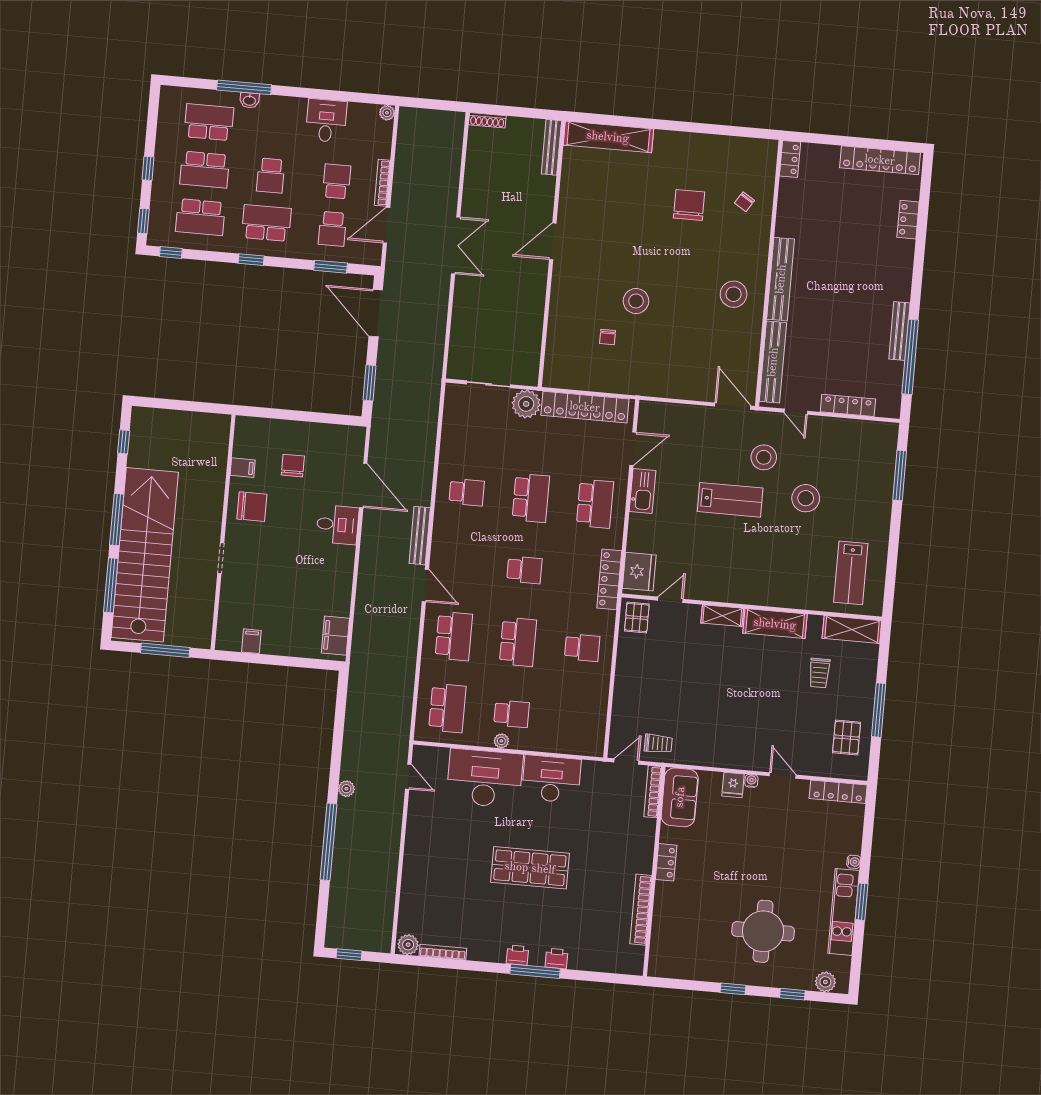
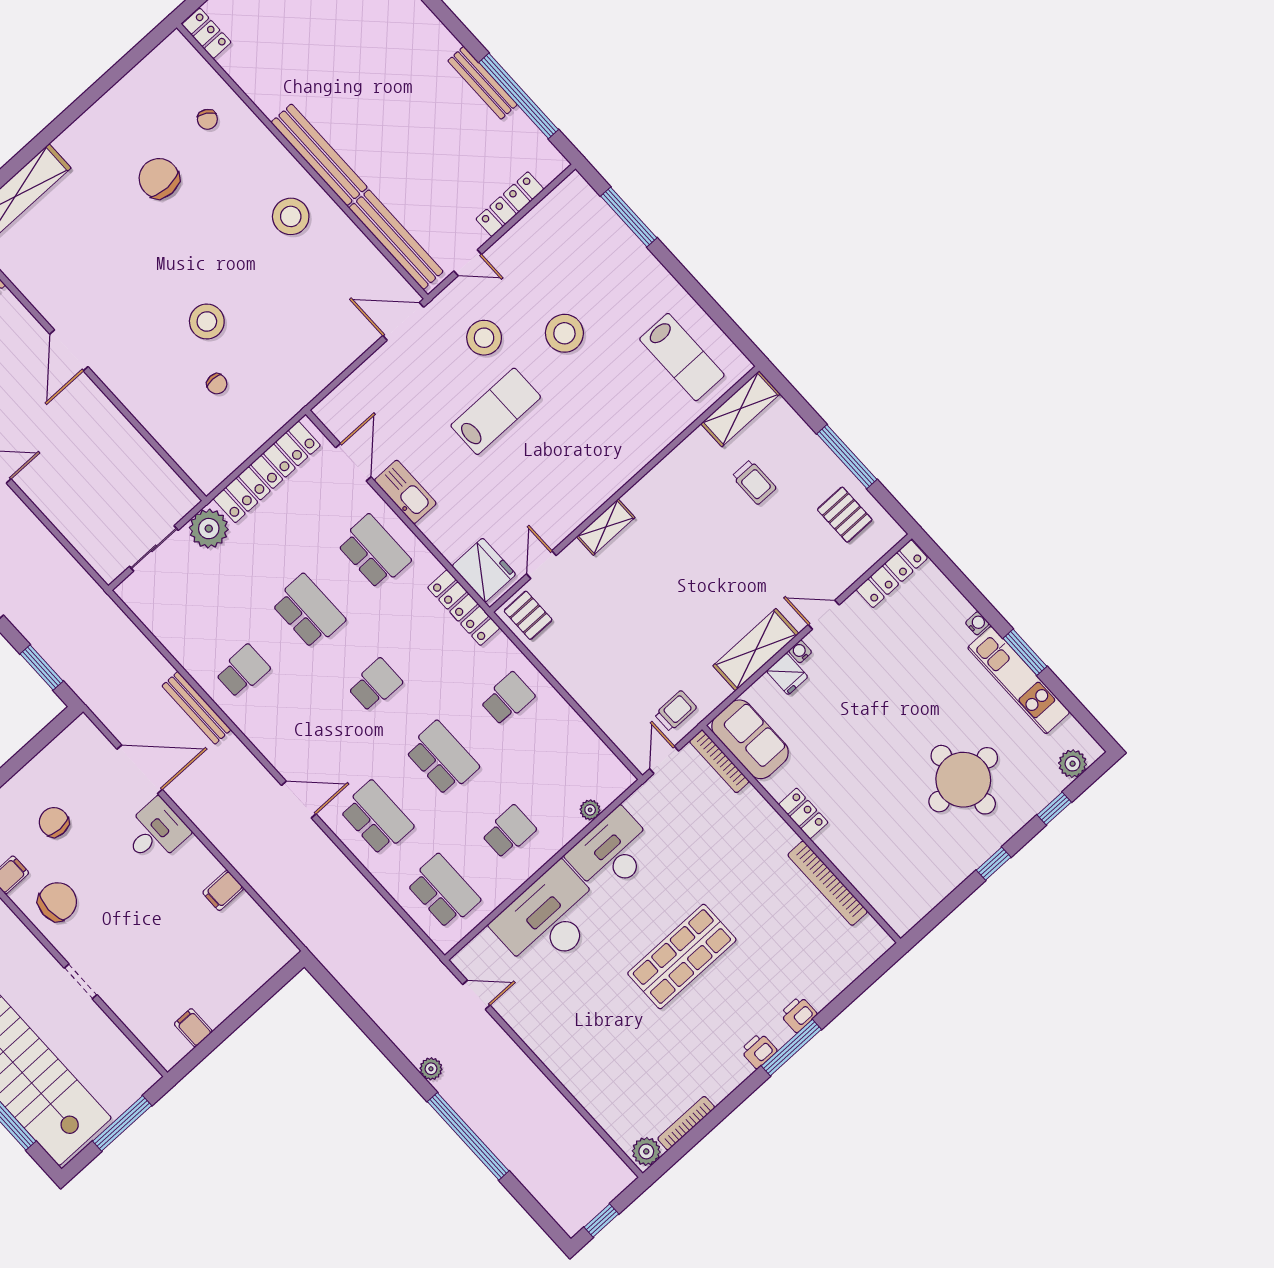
bench: (420, 536) -> (196, 708), moved
shelving: (775, 624) -> (756, 650), moved
filing cabinet: (335, 636) -> (223, 890), moved, width x0.50
plant: (501, 741) -> (590, 810), moved

